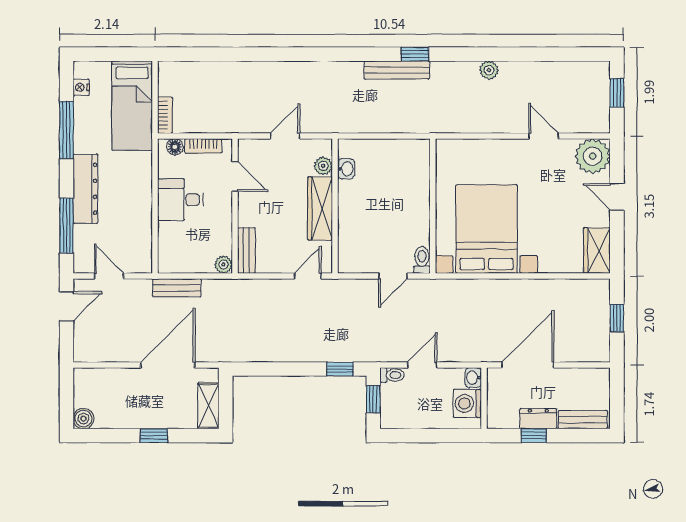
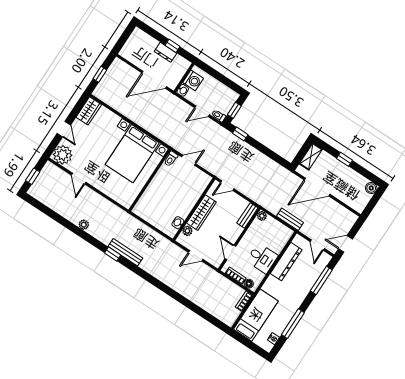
dresser: (85, 189) -> (286, 262), moved, turned 180
bench: (583, 420) -> (146, 39), removed

